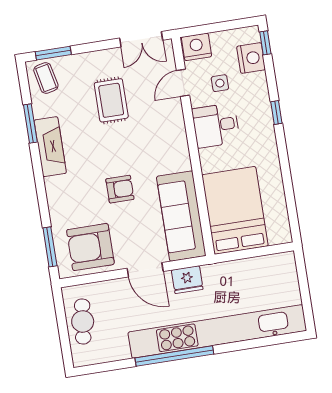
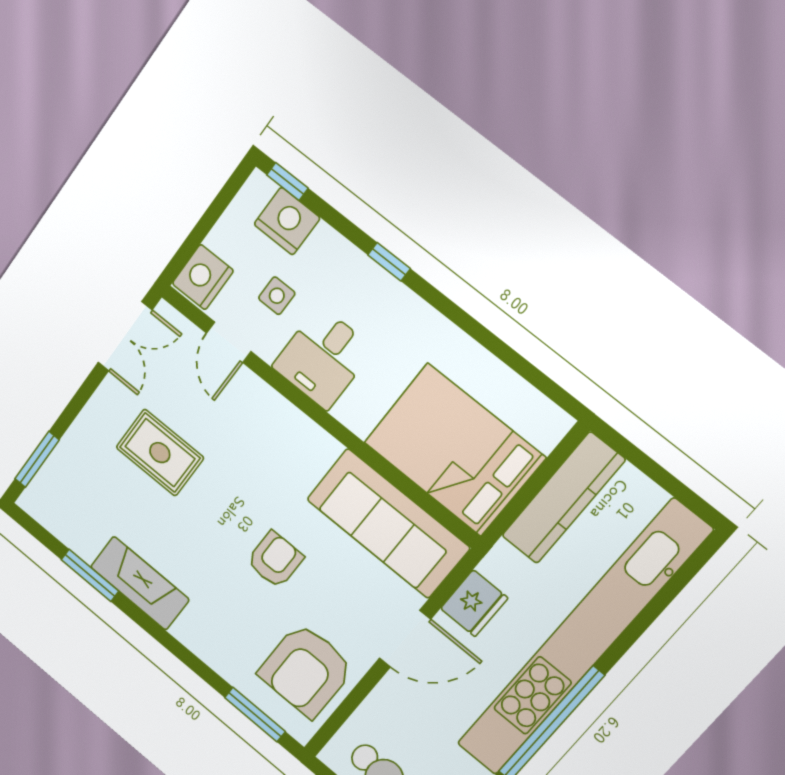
coffee table: (46, 78) -> (57, 500), removed
kitchen counter: (260, 268) -> (563, 498), added

